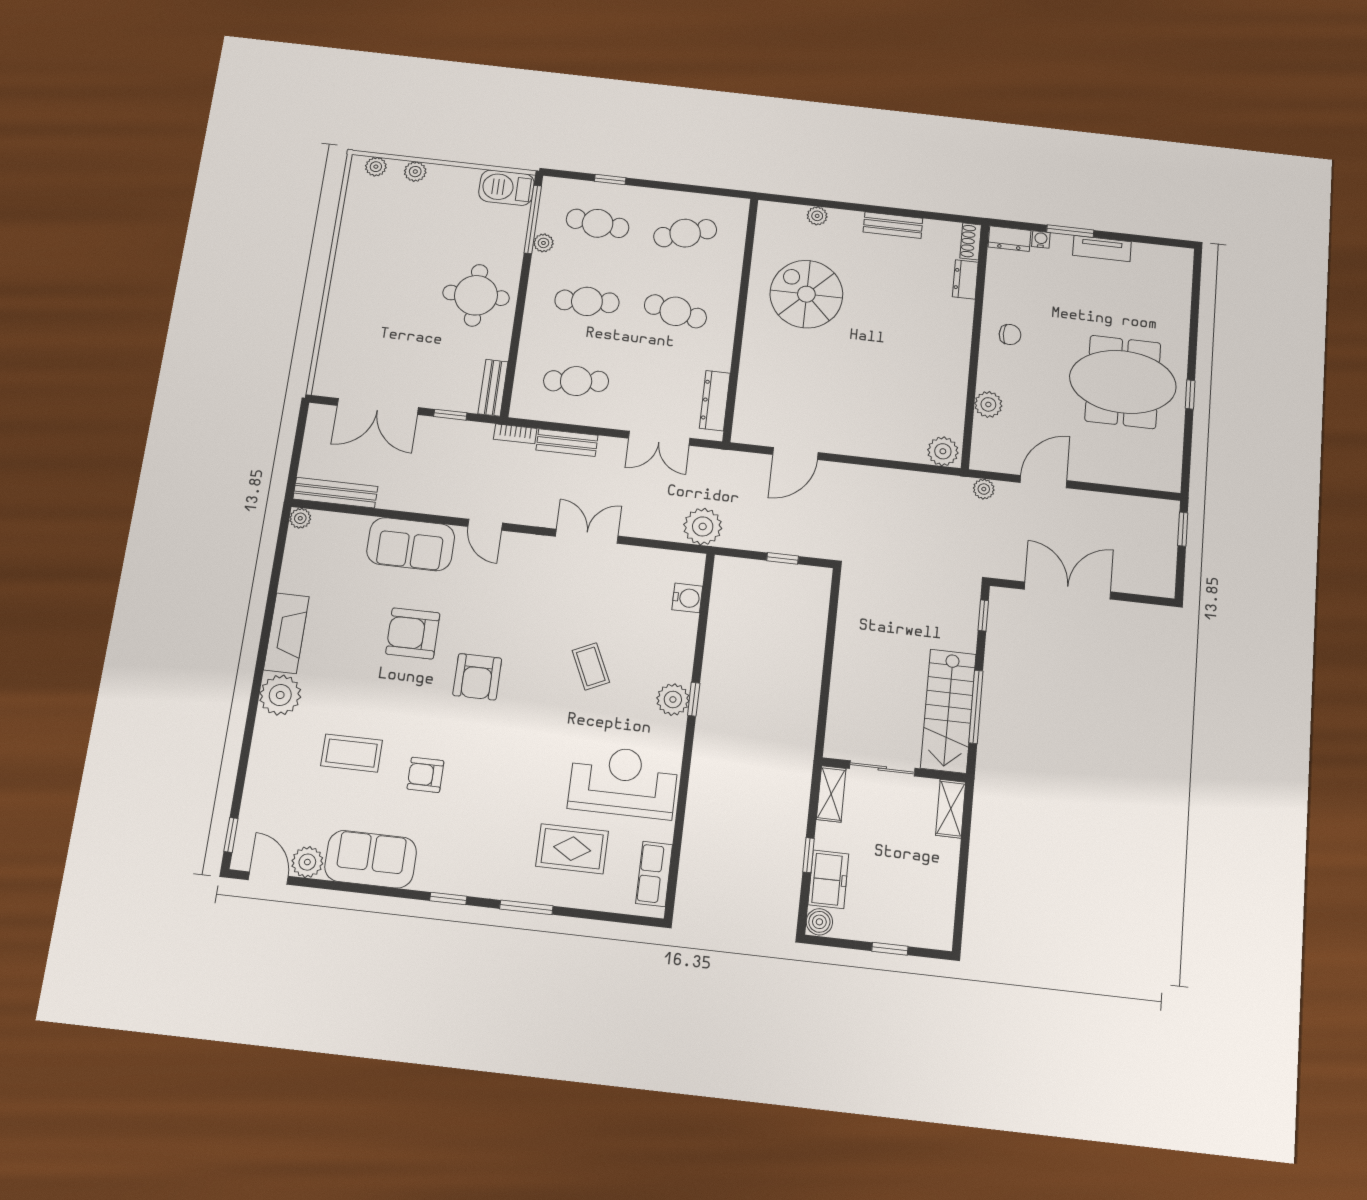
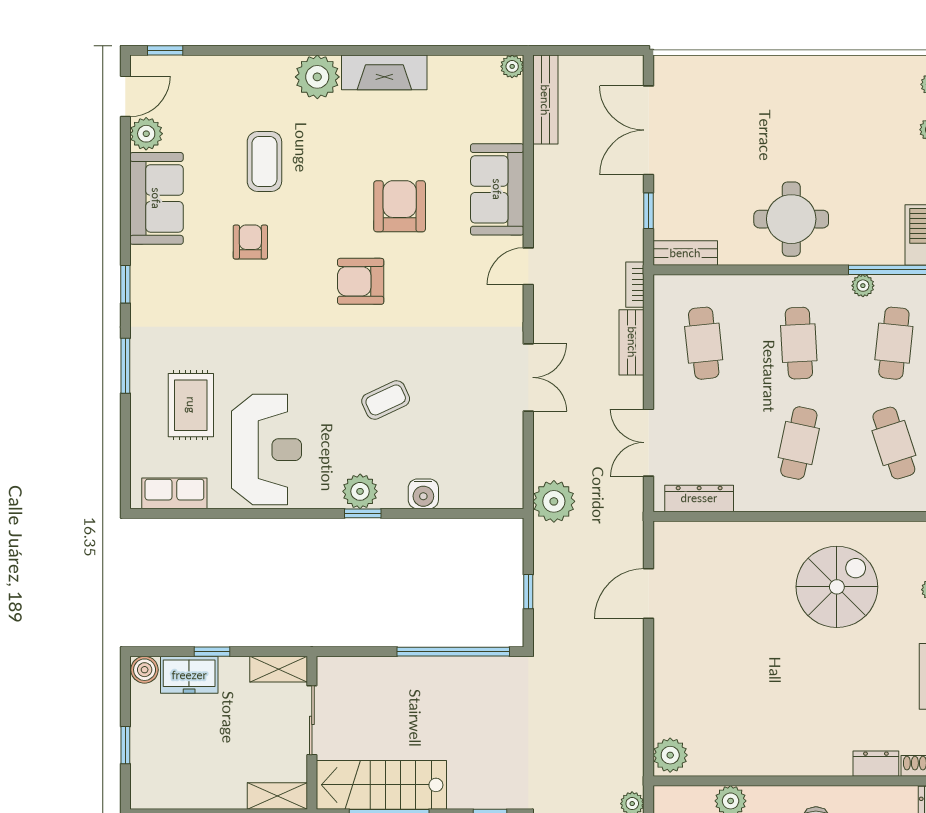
door: (795, 454) -> (649, 594), hinge flipped
water cooler: (687, 598) -> (423, 494), moved
window: (831, 632) -> (453, 652), added

